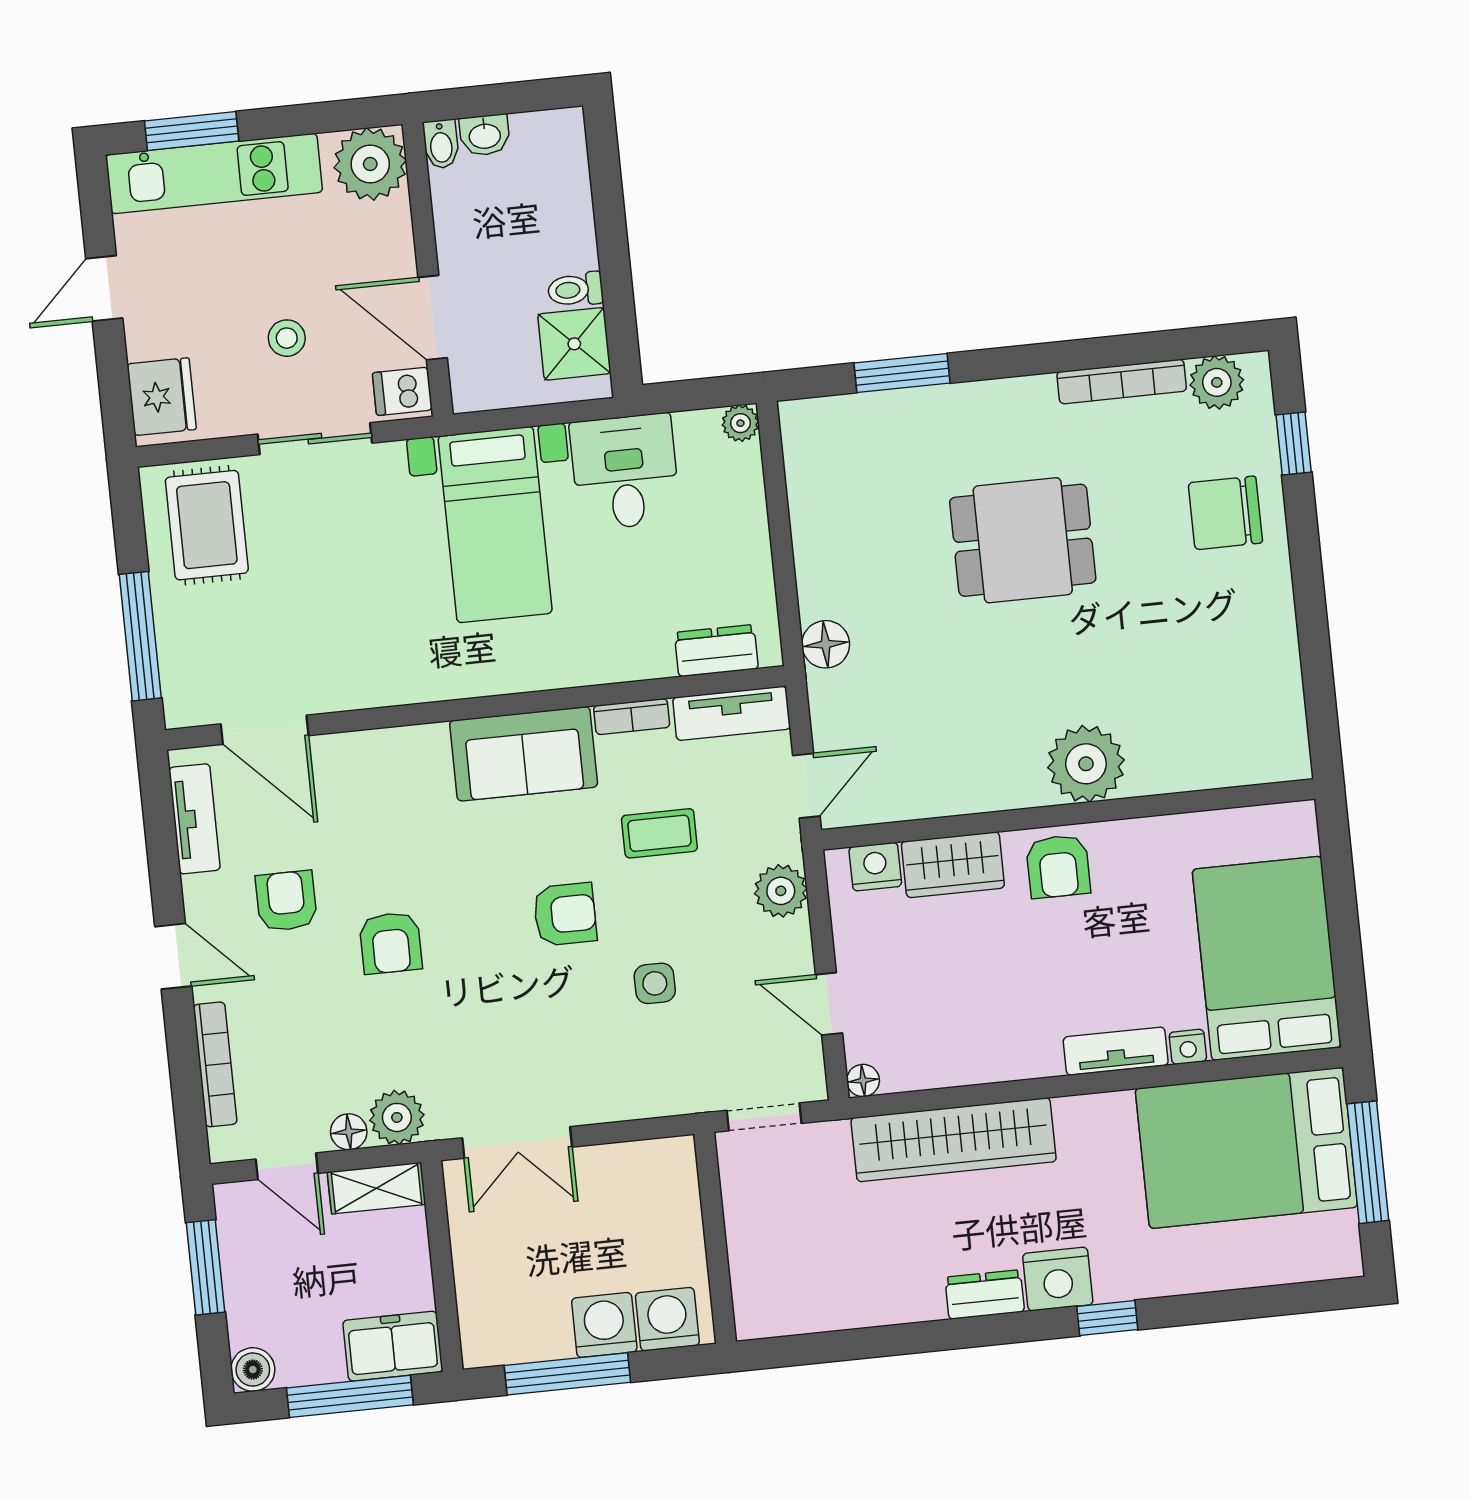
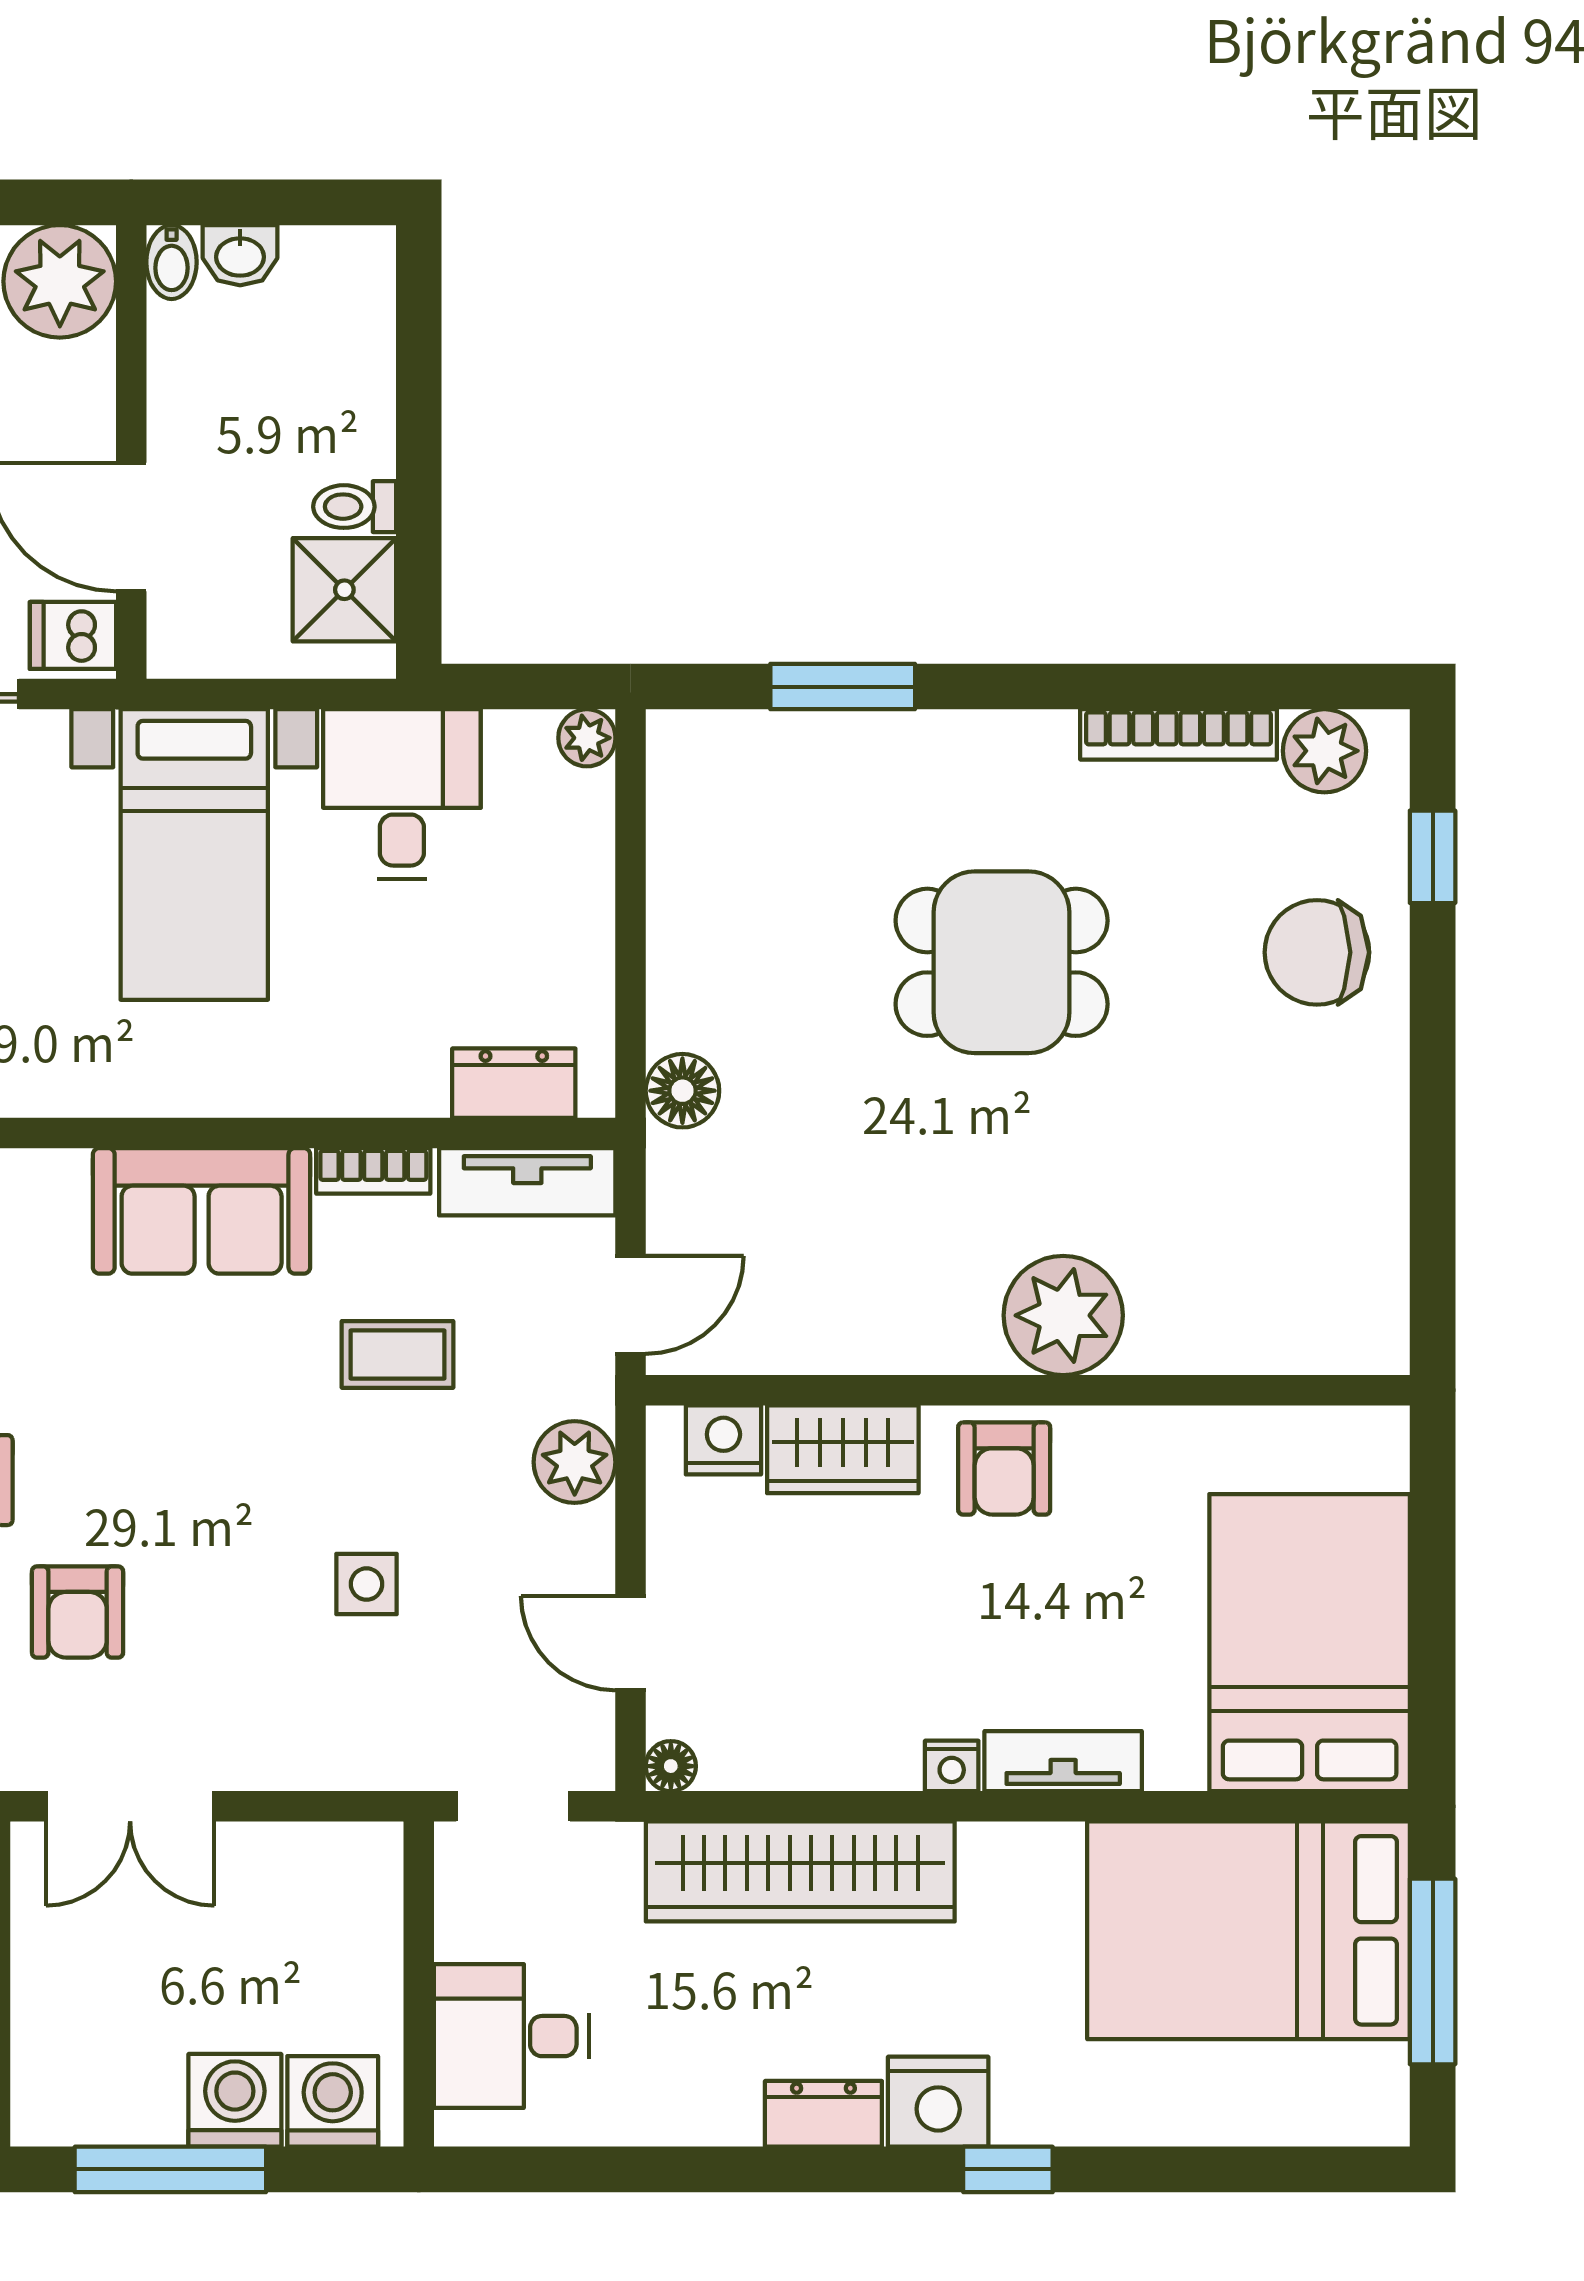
armchair: (565, 914) -> (78, 1612), moved, turned 90
nightstand: (1188, 1047) -> (952, 1766), moved
desk: (778, 1265) -> (511, 2036), added

